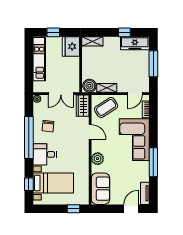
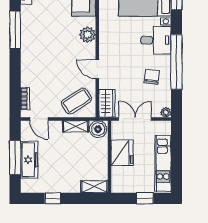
freezer: (135, 43) -> (29, 160), moved, turned 90
fridge: (71, 46) -> (122, 153), moved
door: (135, 94) -> (39, 119), swing flipped
corner sofa: (134, 140) -> (40, 59), removed

